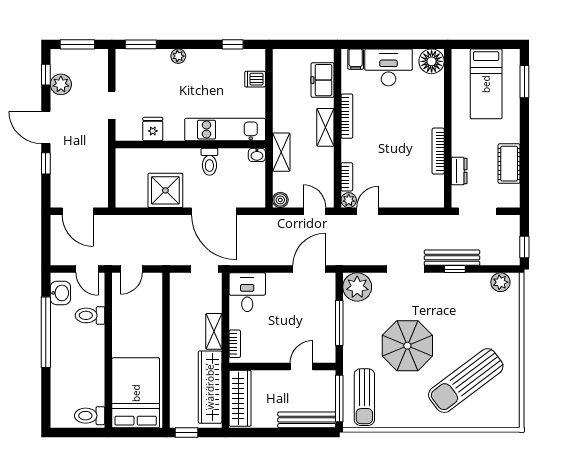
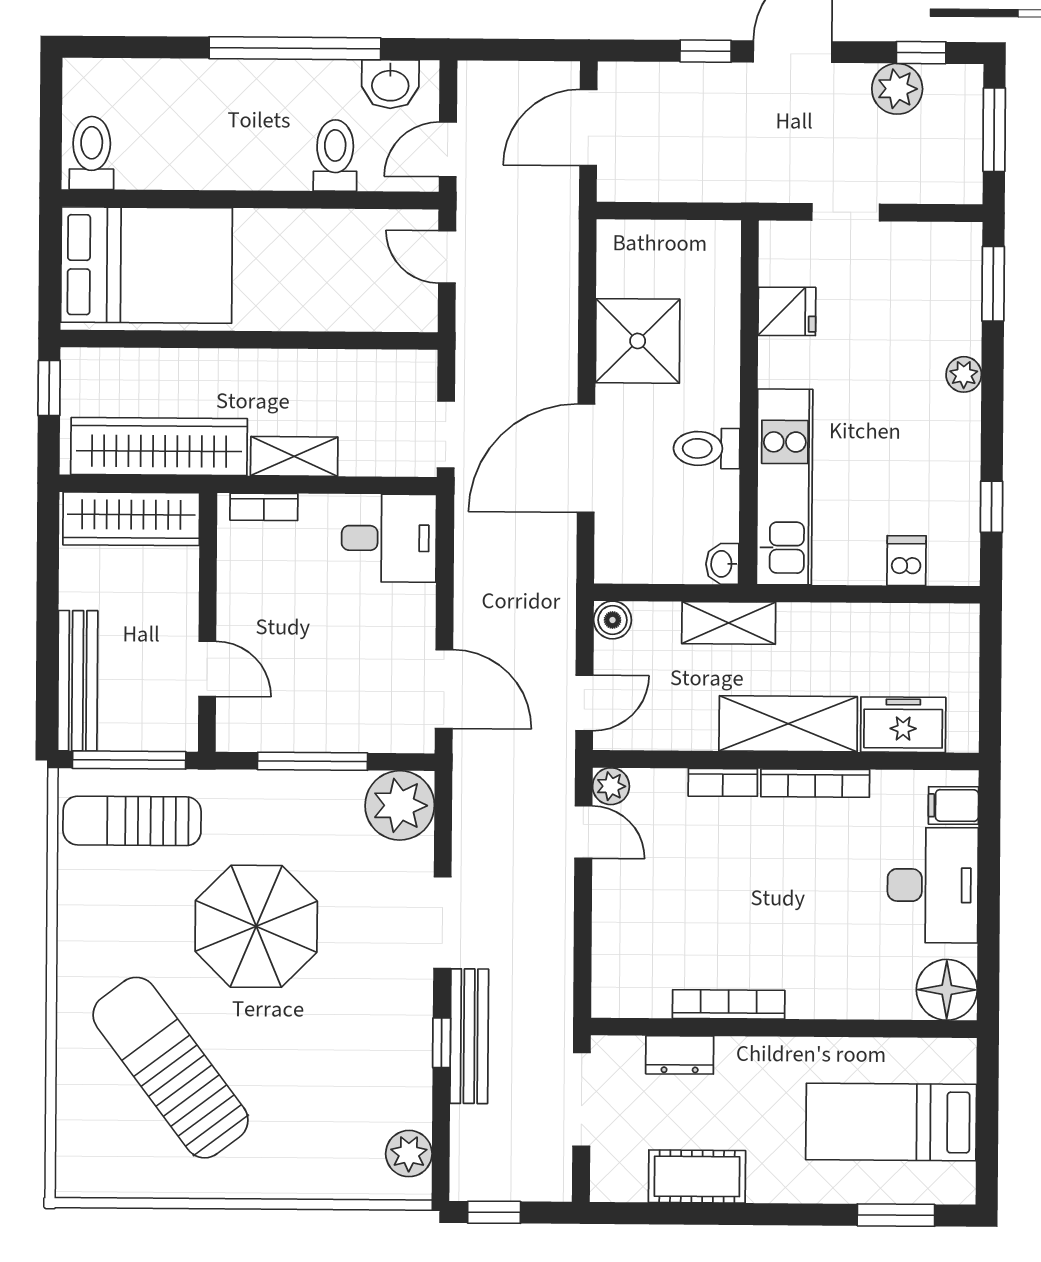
shelving: (325, 127) -> (788, 724), width x1.50, depth x1.33
bookcase: (347, 177) -> (723, 782), moved

